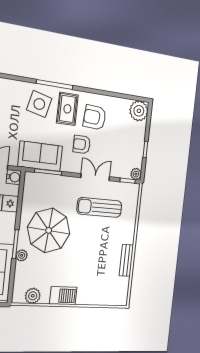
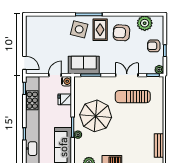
plant: (139, 111) -> (145, 23), moved
armchair: (82, 144) -> (154, 46), moved
bench: (126, 260) -> (159, 146), moved

